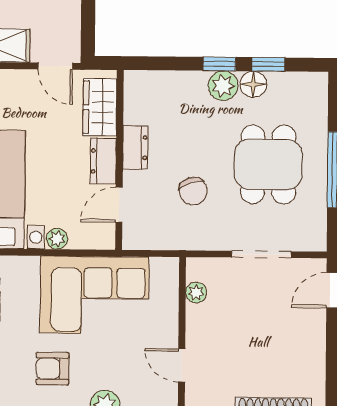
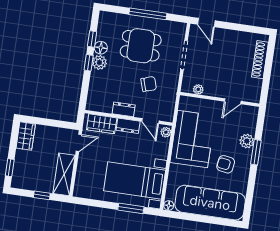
plant: (57, 239) -> (166, 132), moved
armchair: (53, 369) -> (226, 164), turned 99

